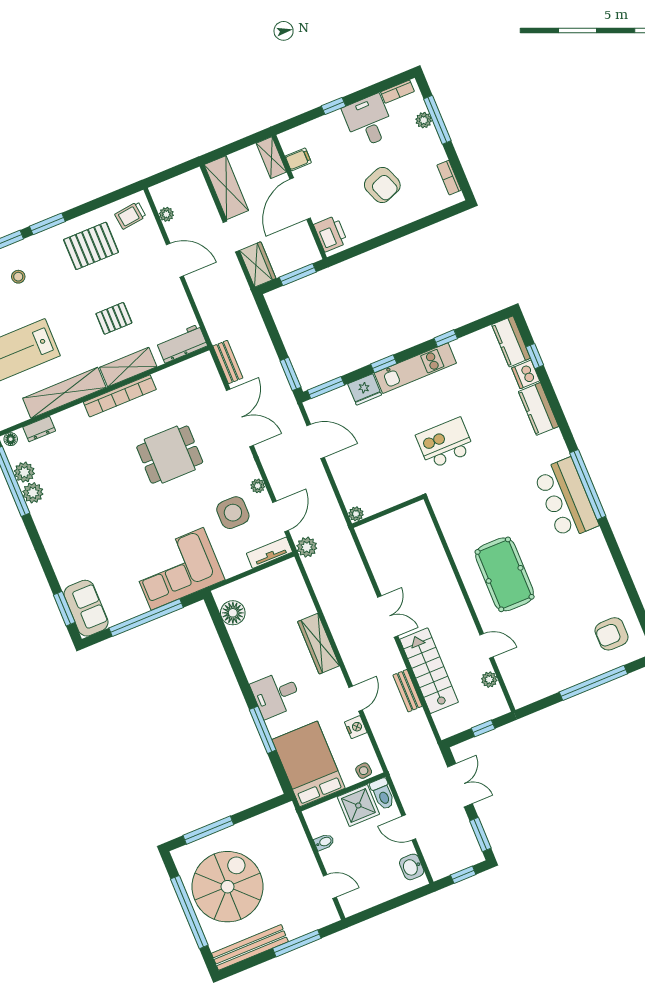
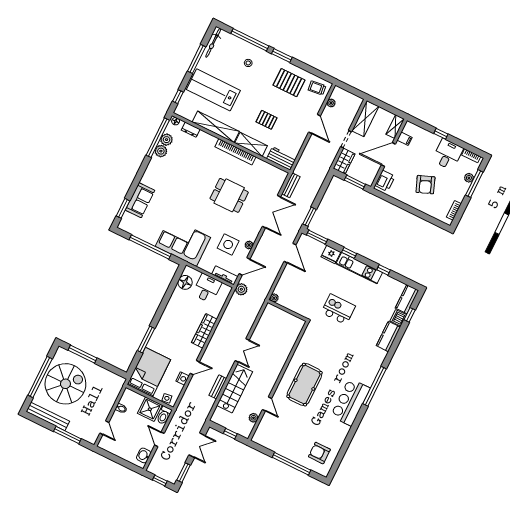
bar counter: (566, 499) -> (350, 402), moved
sofa: (86, 608) -> (140, 200), moved
desk: (276, 694) -> (207, 288), moved, turned 90

